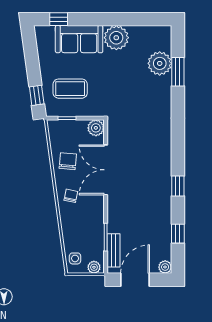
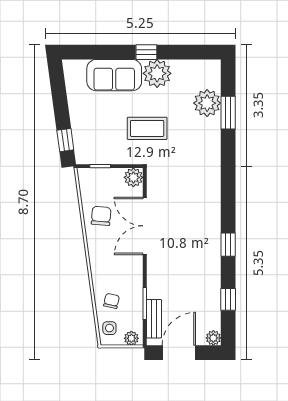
window: (59, 19) -> (146, 52), moved
coffee table: (70, 89) -> (147, 128), moved
chair: (71, 196) -> (112, 301), moved

